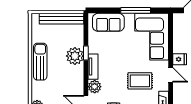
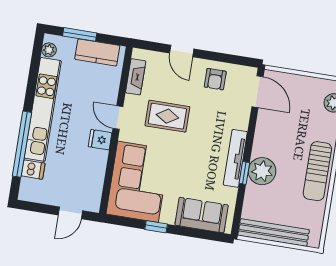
window: (136, 10) -> (156, 227), width x0.46
tv unit: (93, 67) -> (235, 158), width x1.41
plant: (95, 87) -> (239, 119), removed

